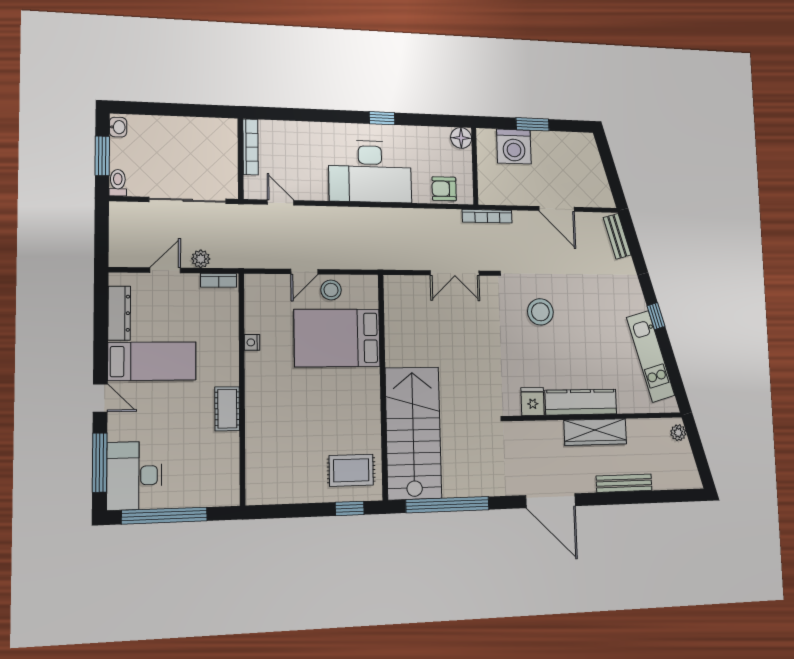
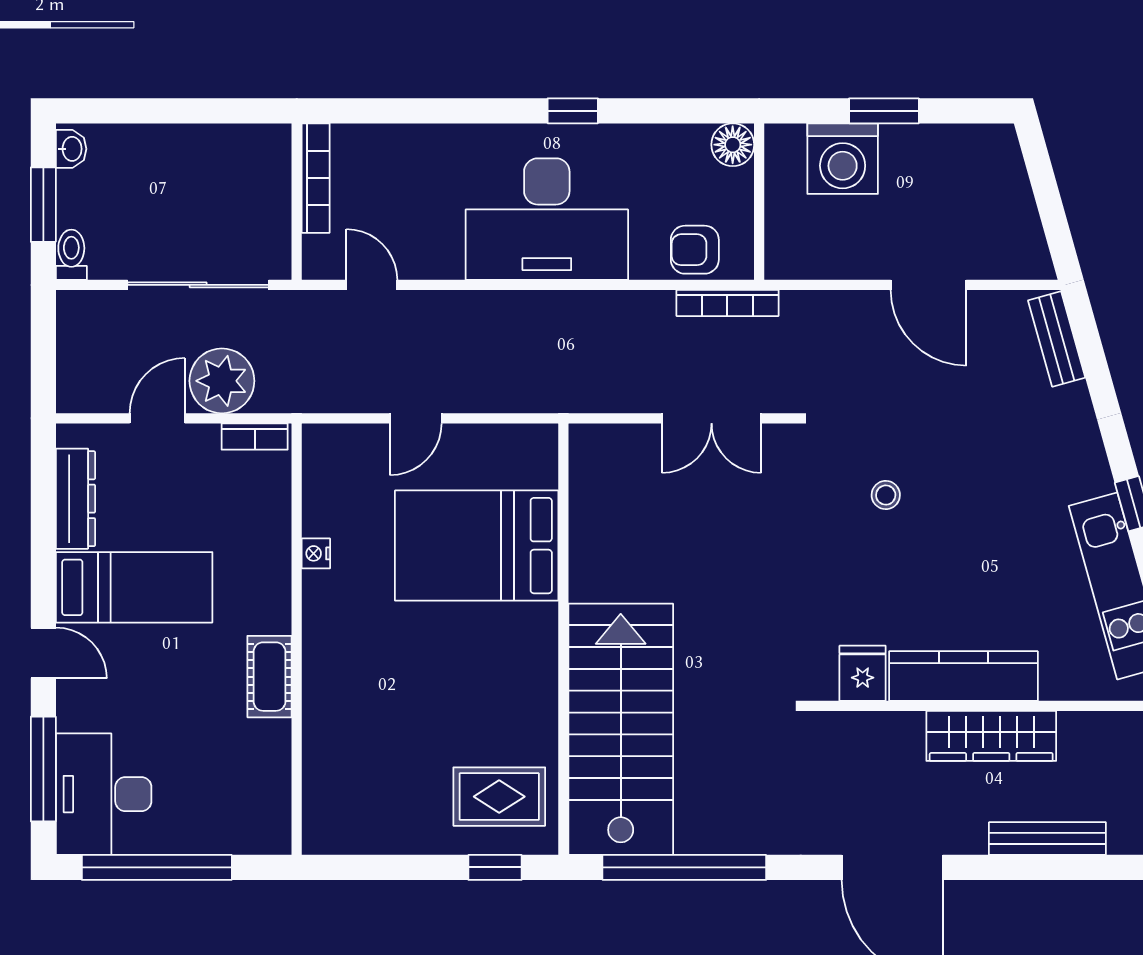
bookcase: (487, 216) -> (727, 303), moved
plant: (201, 259) -> (222, 381), width x1.88, depth x1.88
stool: (331, 290) -> (466, 453), removed
stool: (540, 312) -> (886, 495), width x0.53, depth x0.53

